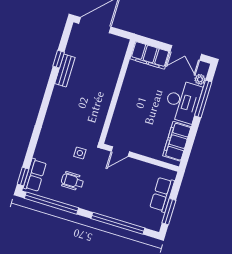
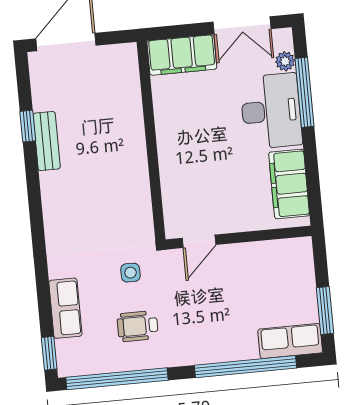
row of seats: (35, 175) -> (65, 308), moved
row of seats: (162, 194) -> (290, 341), moved, turned 90

